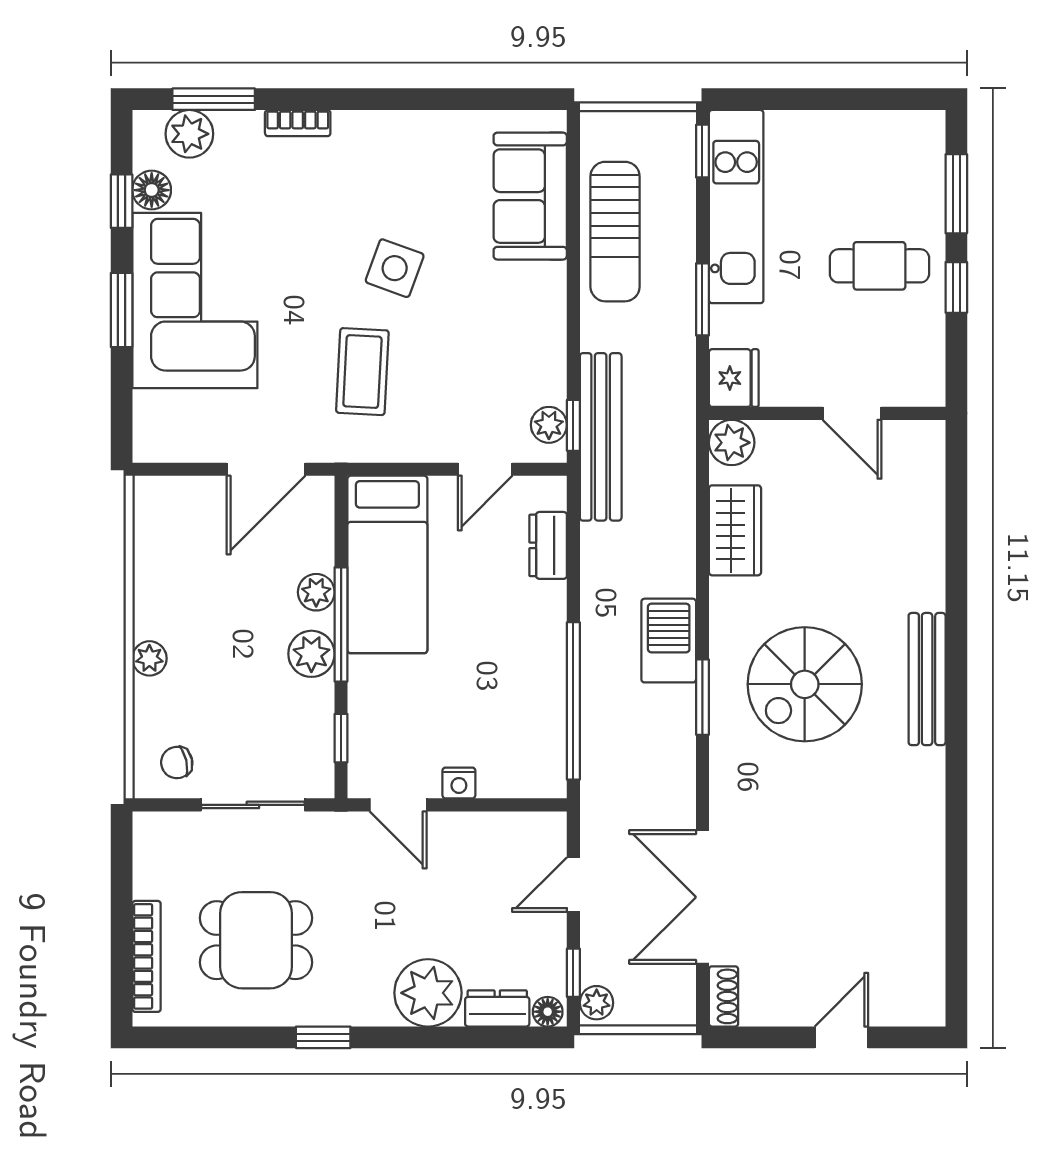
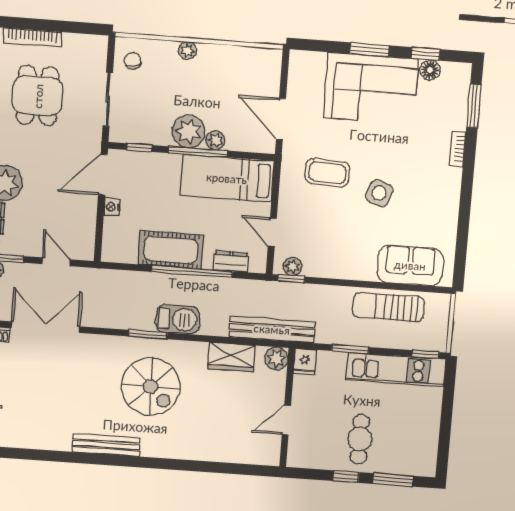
plant: (189, 134) -> (457, 92), removed
fridge: (734, 378) -> (305, 362), width x0.72
bench: (601, 437) -> (272, 329), moved
plant: (311, 654) -> (189, 131), width x1.36, depth x1.36
cot: (534, 664) -> (171, 250), added
bench: (927, 679) -> (106, 445), moved
spiral stairs: (805, 684) -> (151, 387), turned 180
window: (573, 701) -> (192, 272), moved
door: (398, 805) -> (103, 175), width x1.38

